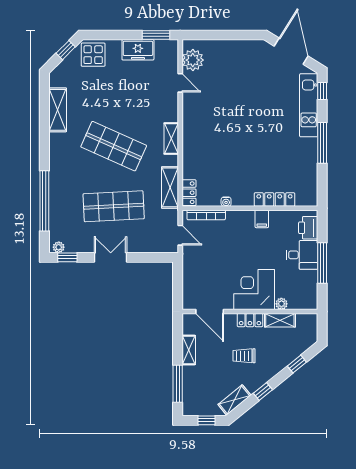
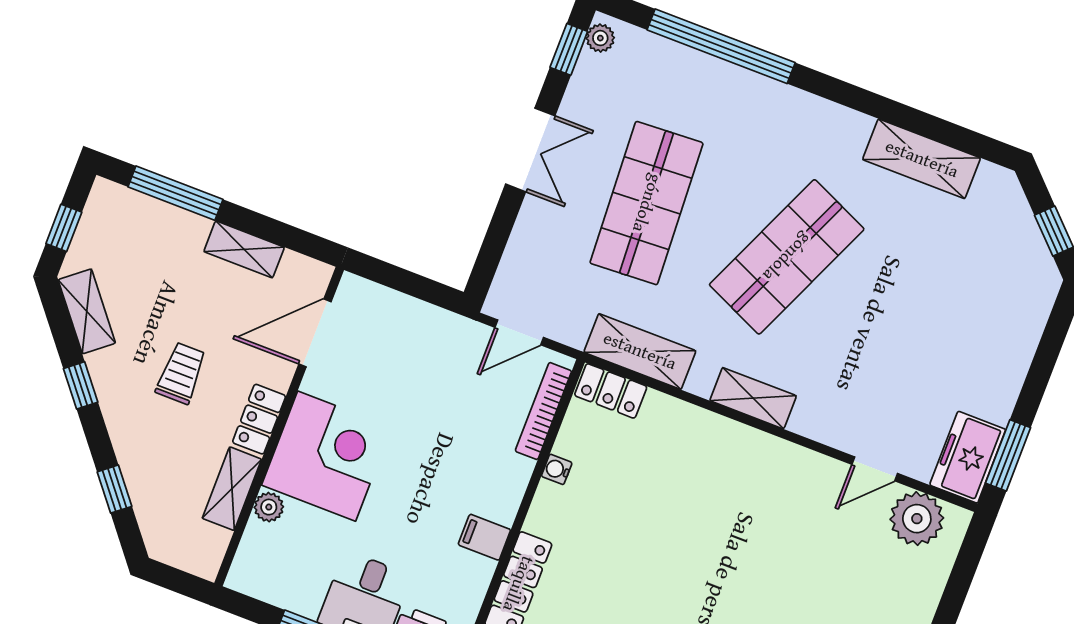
freezer: (138, 50) -> (968, 457), moved
display table: (93, 55) -> (1019, 291), removed

